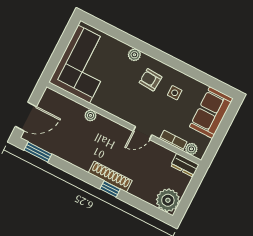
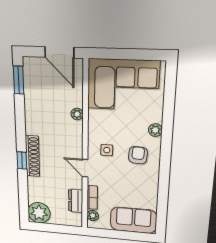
side table: (175, 93) -> (107, 150), moved
door: (26, 116) -> (59, 52), moved
dresser: (185, 165) -> (76, 201), moved

